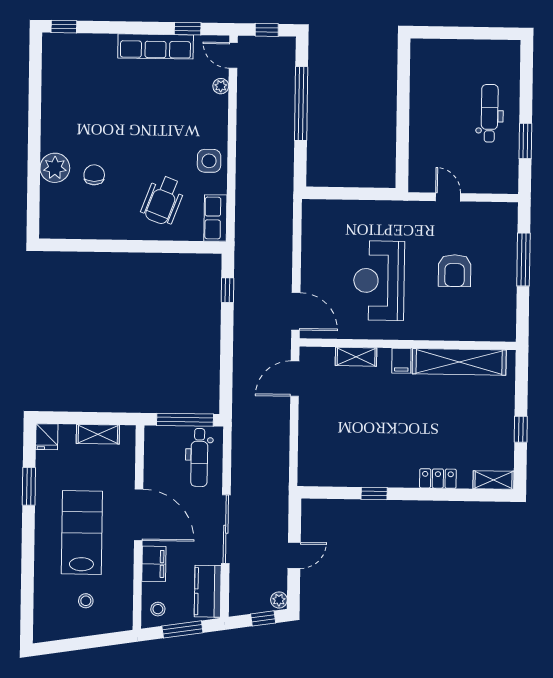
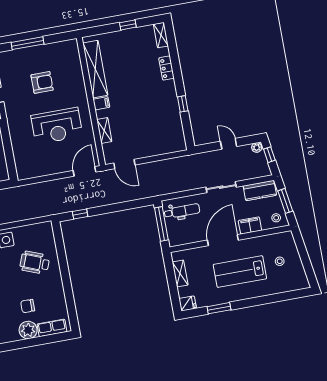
wheelchair: (163, 200) -> (35, 263), turned 180
row of seats: (215, 218) -> (52, 328), moved, turned 180
sliding door: (226, 529) -> (221, 187), width x0.73

